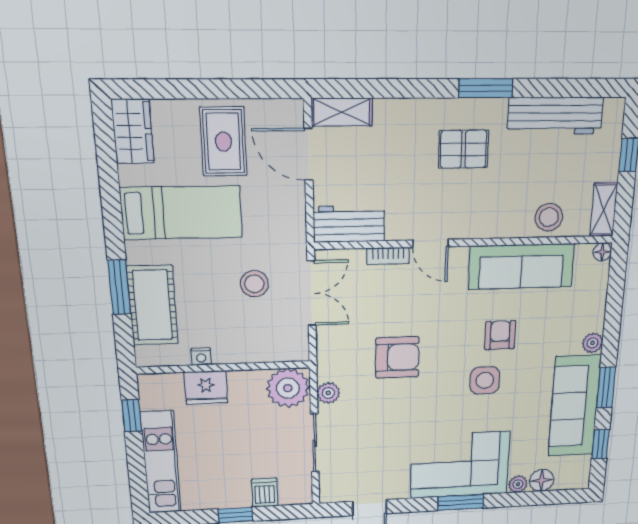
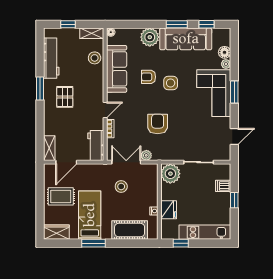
window: (119, 287) -> (93, 243), moved
plant: (593, 343) -> (150, 37), width x1.88, depth x1.88
plant: (328, 393) -> (146, 155), moved

